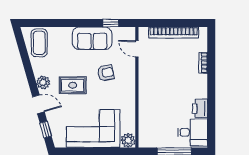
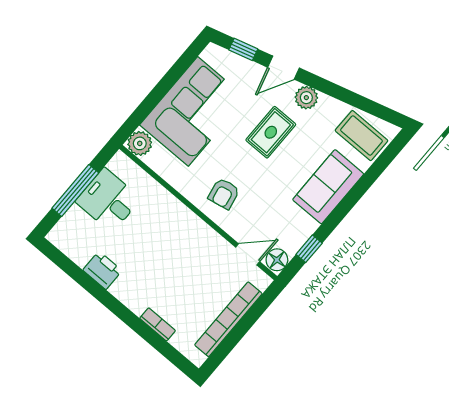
floor lamp: (128, 33) -> (277, 260), added
sofa: (92, 38) -> (328, 187), moved
armchair: (106, 73) -> (224, 194), moved
desk: (193, 132) -> (108, 200), moved, turned 90

